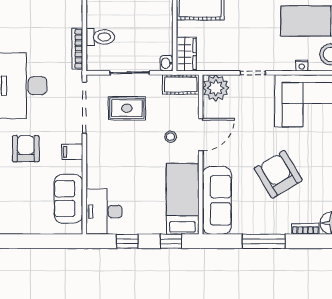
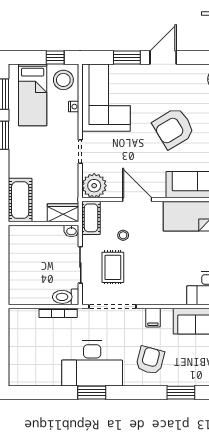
toilet: (100, 37) -> (66, 297), moved, turned -90
stool: (171, 137) -> (123, 235), moved
armchair: (26, 149) -> (150, 360), turned 105

